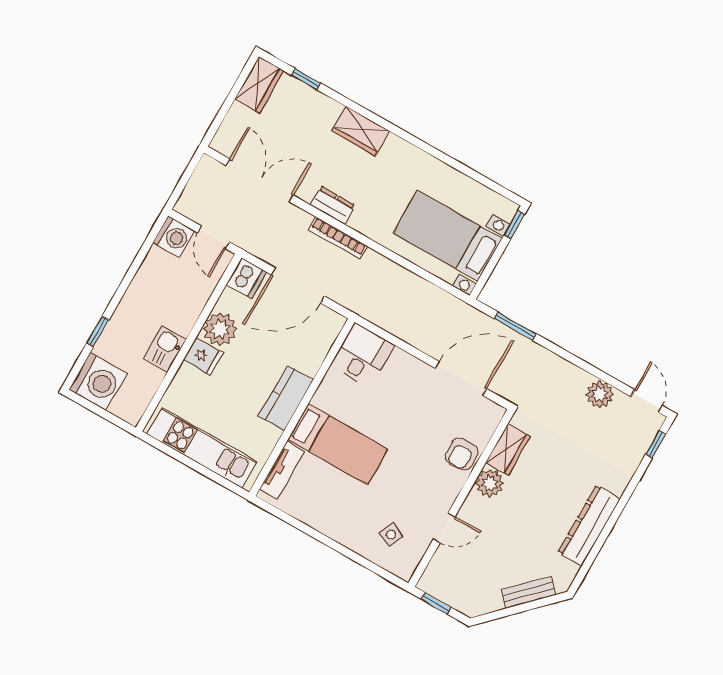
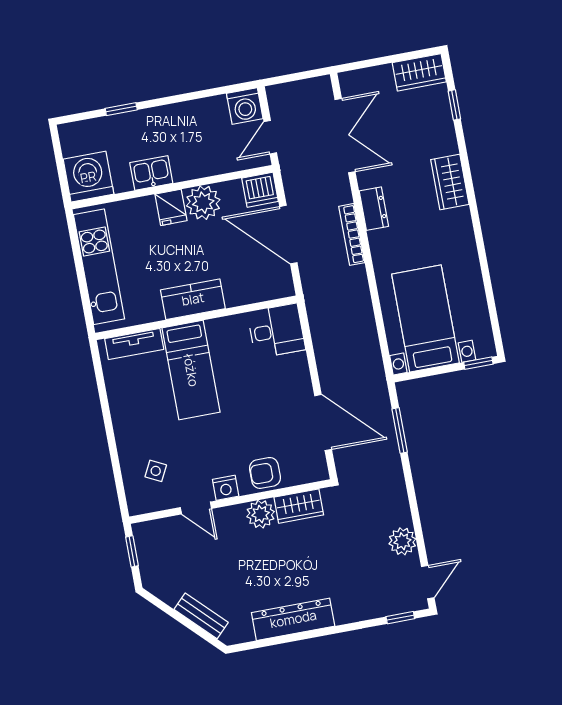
washing machine: (98, 382) -> (88, 177), moved, turned 180
nightstand: (448, 493) -> (226, 488), added

